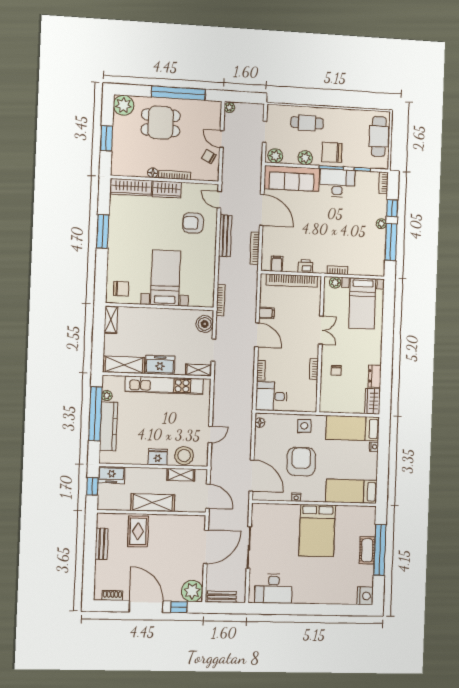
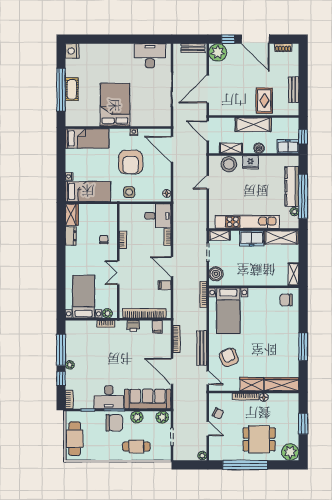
armchair: (193, 223) -> (229, 357), turned -112
bed with nightstands: (166, 278) -> (228, 311), moved
boiler: (147, 474) -> (259, 148), added

